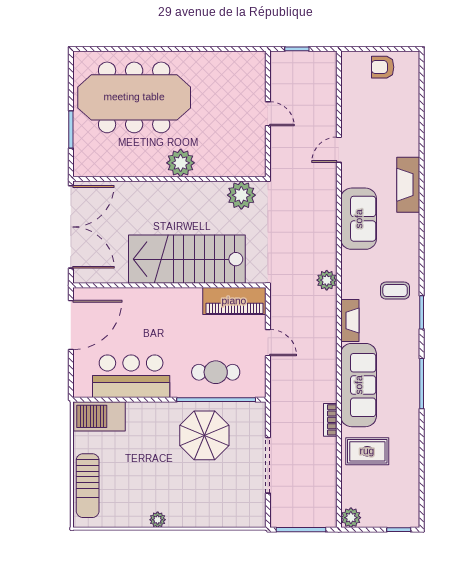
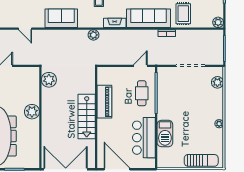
stairs: (187, 259) -> (87, 117), width x0.73, depth x0.66
piano: (234, 301) -> (104, 102), moved
door: (268, 343) -> (140, 66), moved
barbecue: (100, 416) -> (165, 134), moved
parasol: (204, 435) -> (175, 99), removed
plant: (236, 516) -> (217, 82), added

